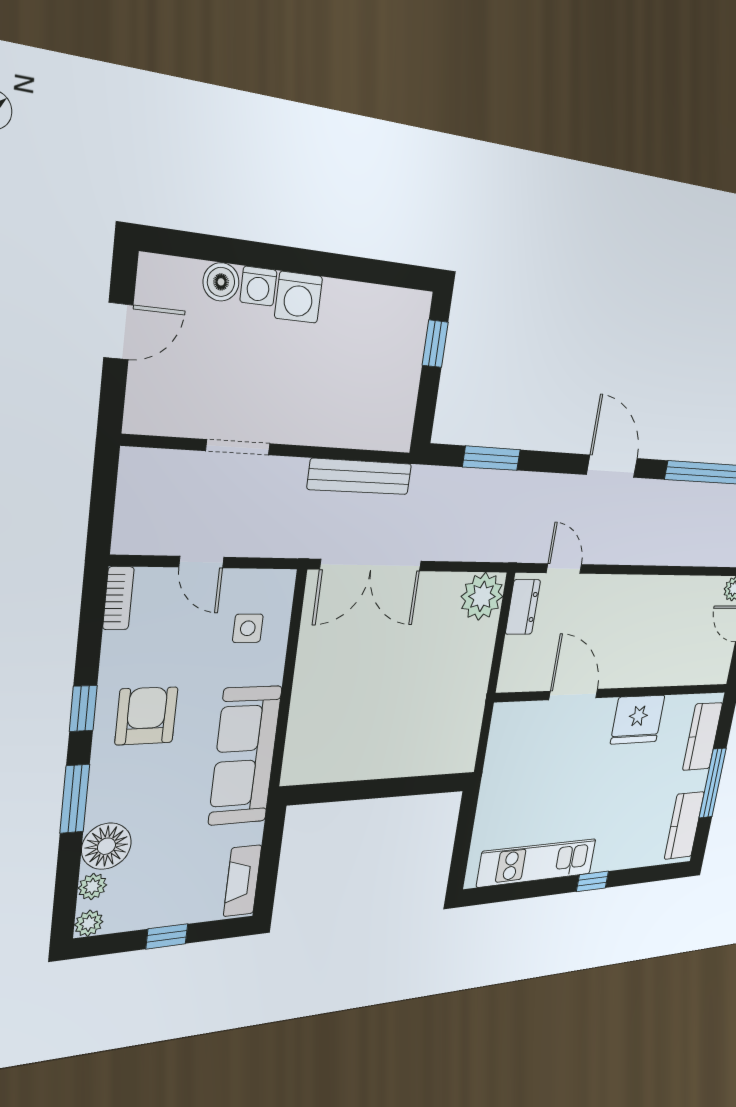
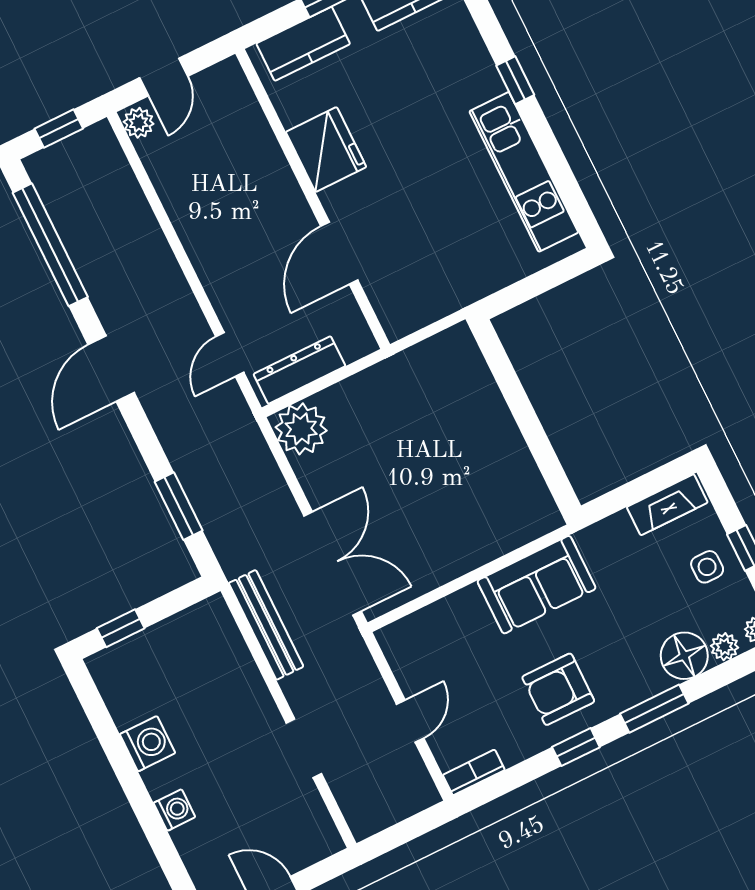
boiler: (221, 282) -> (190, 841), removed
washing machine: (299, 297) -> (148, 744), moved
dresser: (523, 607) -> (299, 370), width x1.44
side table: (248, 628) -> (707, 567), moved
sofa: (245, 756) -> (537, 585), width x0.73

